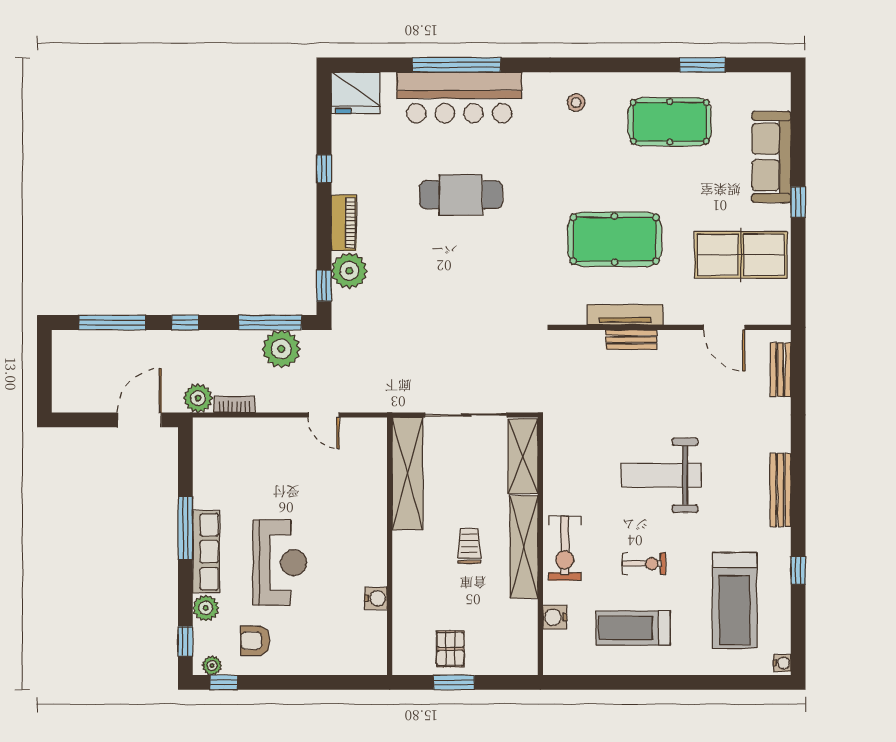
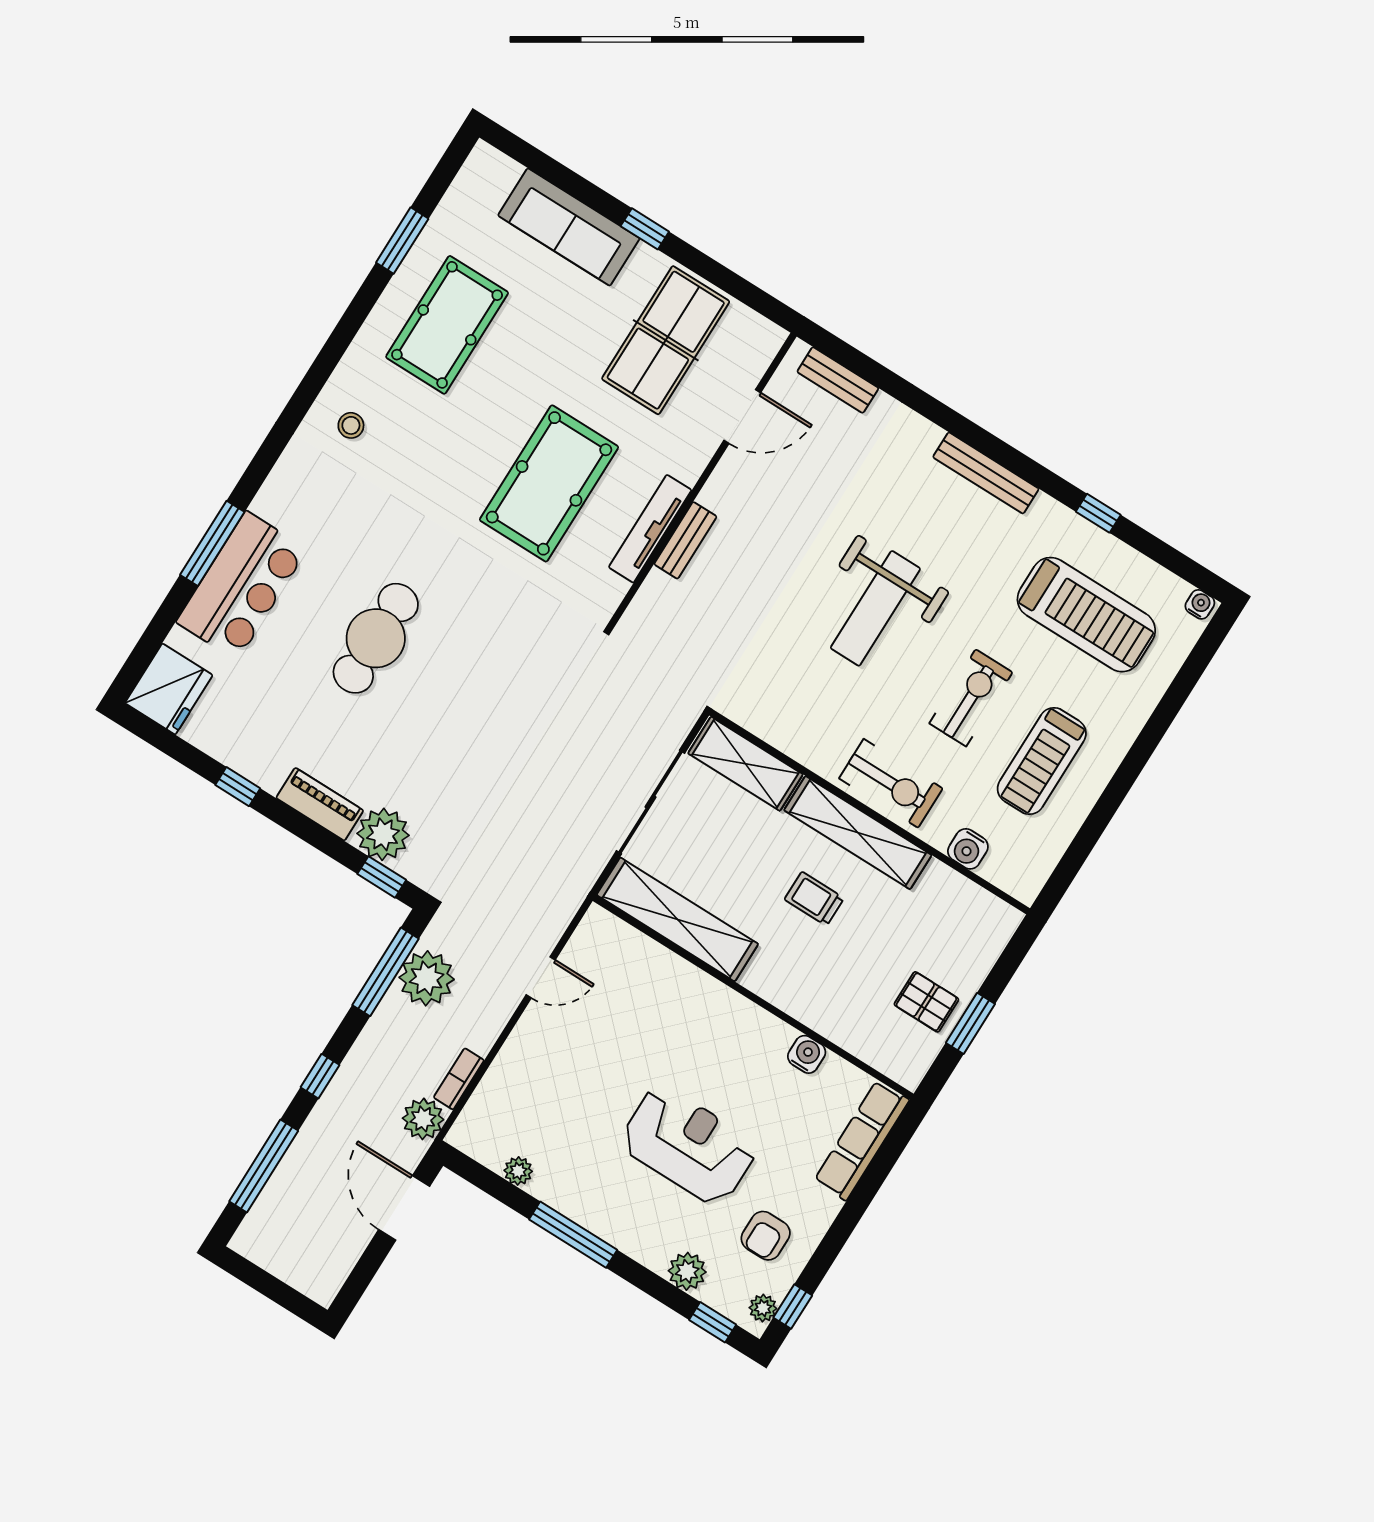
window: (457, 65) -> (212, 543), width x0.68
bar counter: (459, 97) -> (242, 586), width x0.73
plant: (203, 473) -> (518, 1171), added
row of seats: (206, 552) -> (862, 1140), moved, turned -90
exercise bike: (644, 564) -> (971, 698), width x1.38, depth x1.39

